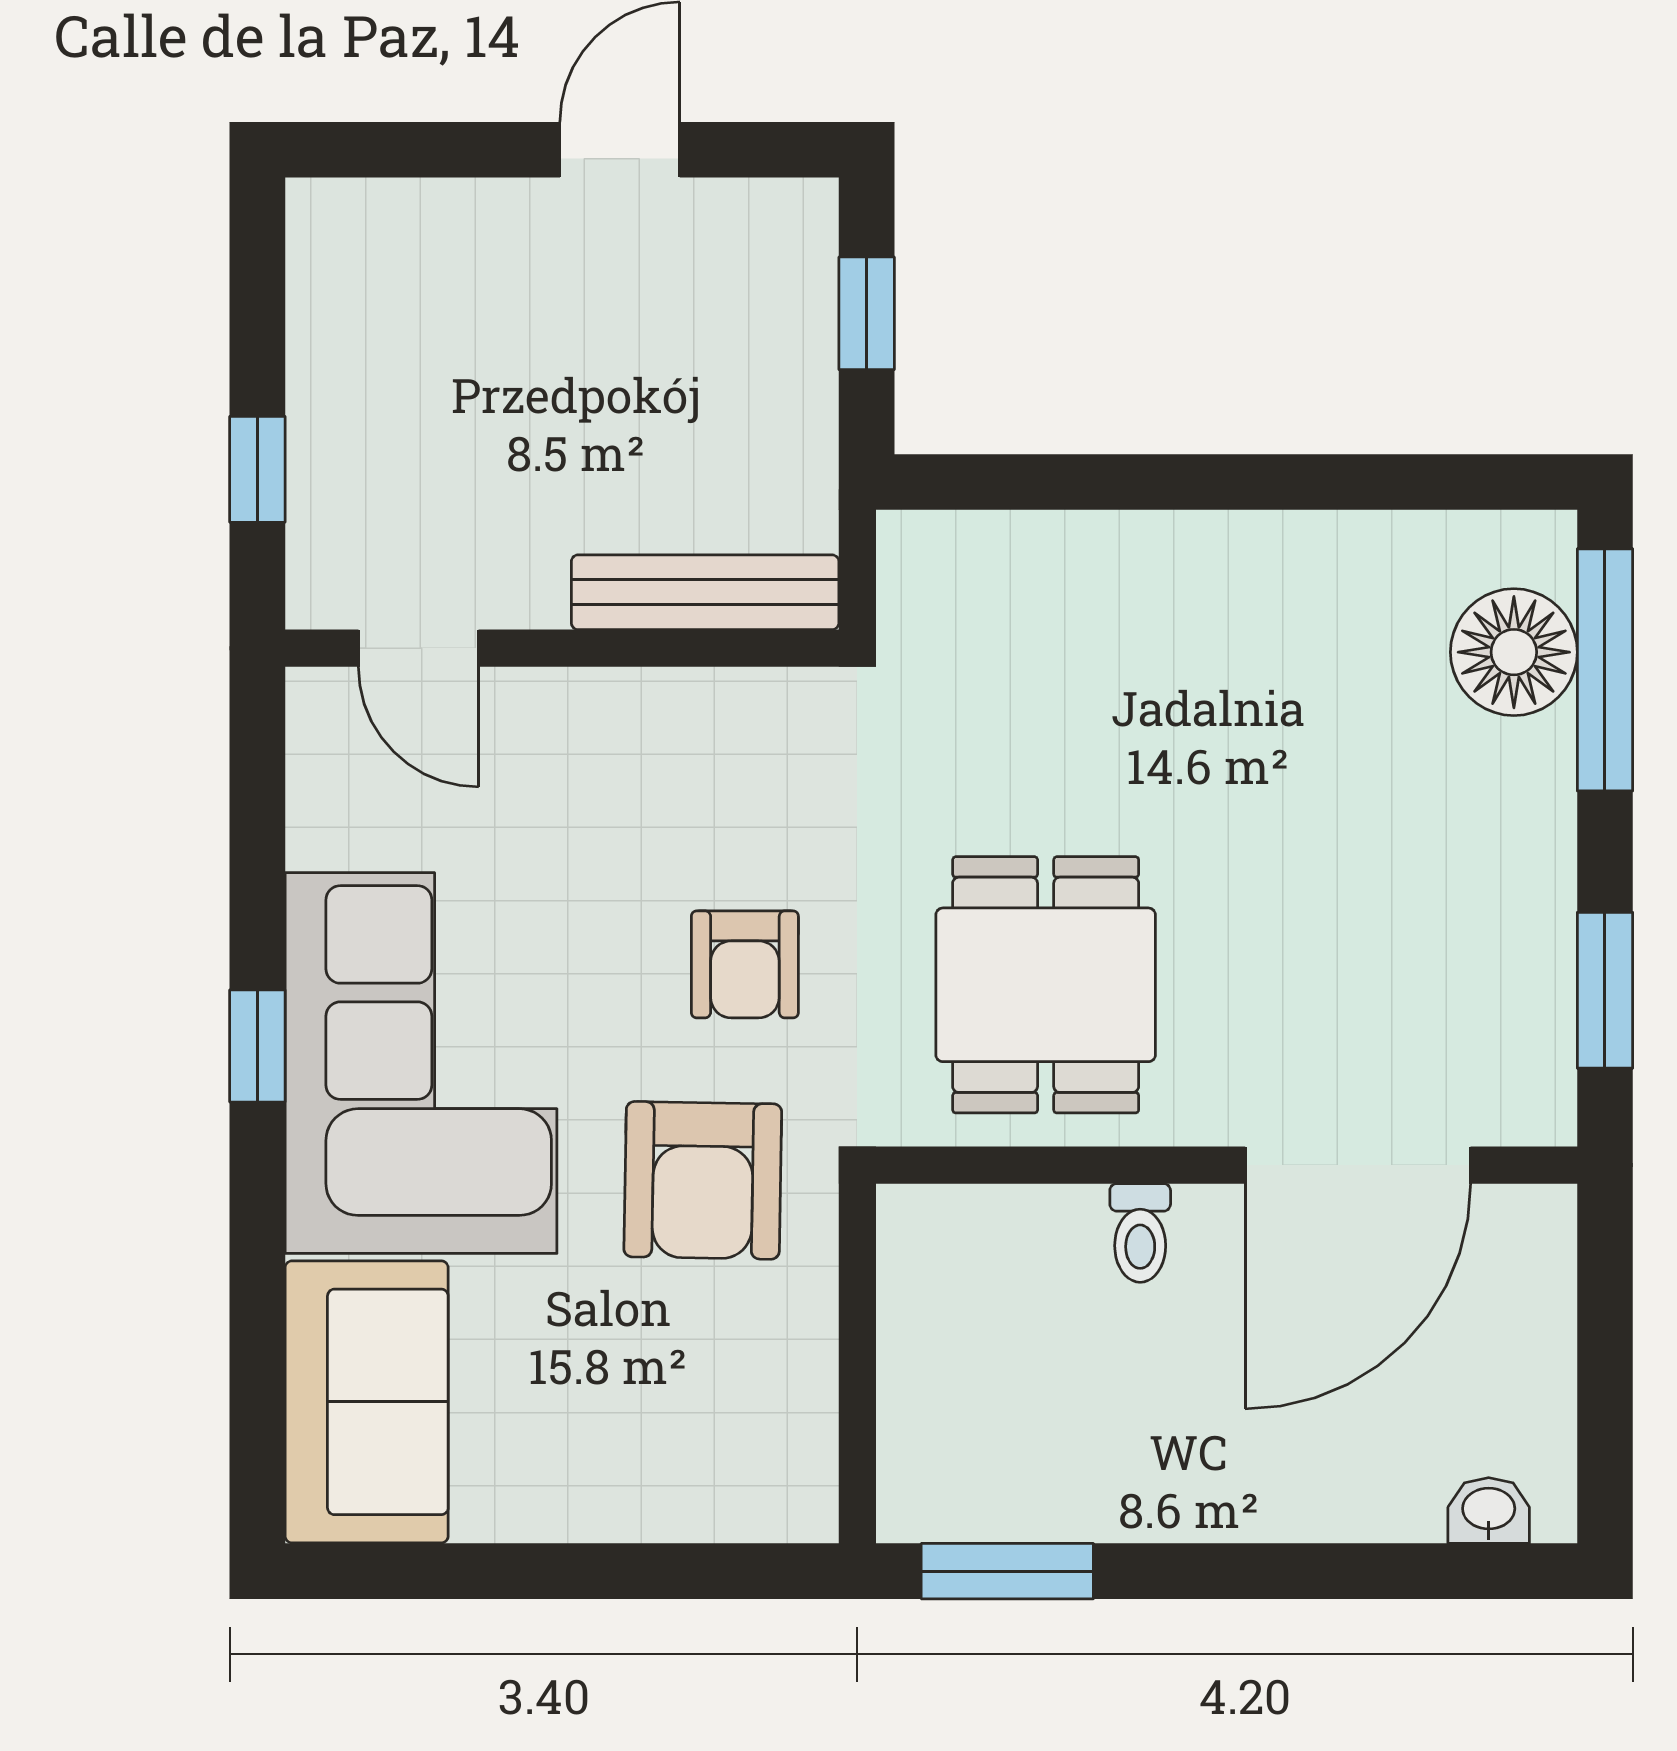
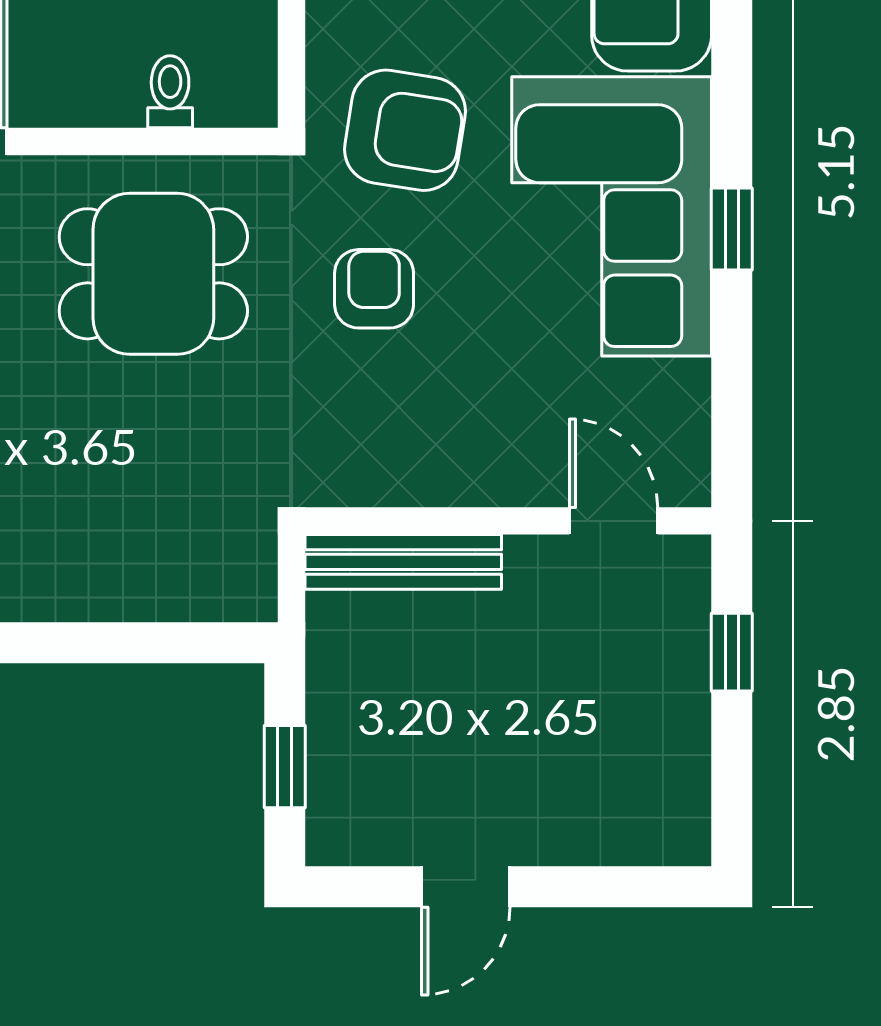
dining table: (1046, 985) -> (153, 274), turned 90
armchair: (703, 1180) -> (405, 130), turned 98
toilet: (1140, 1233) -> (170, 92), moved

